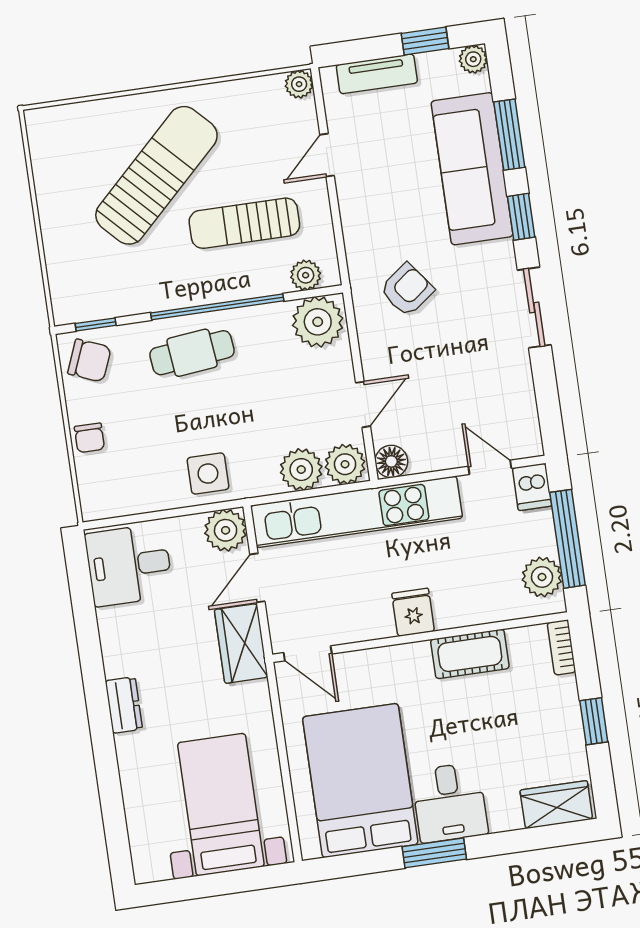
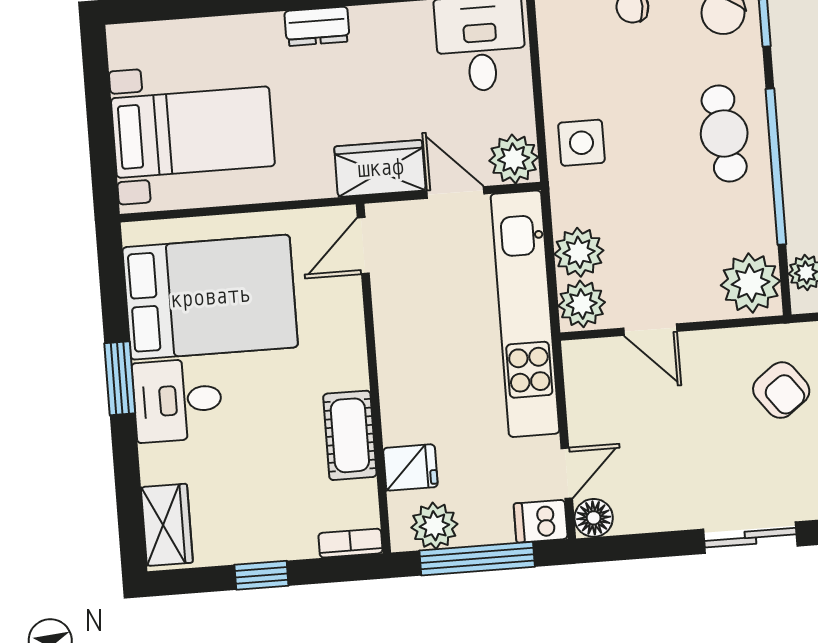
floor lamp: (391, 461) -> (594, 518), moved
fridge: (413, 612) -> (410, 467), moved

